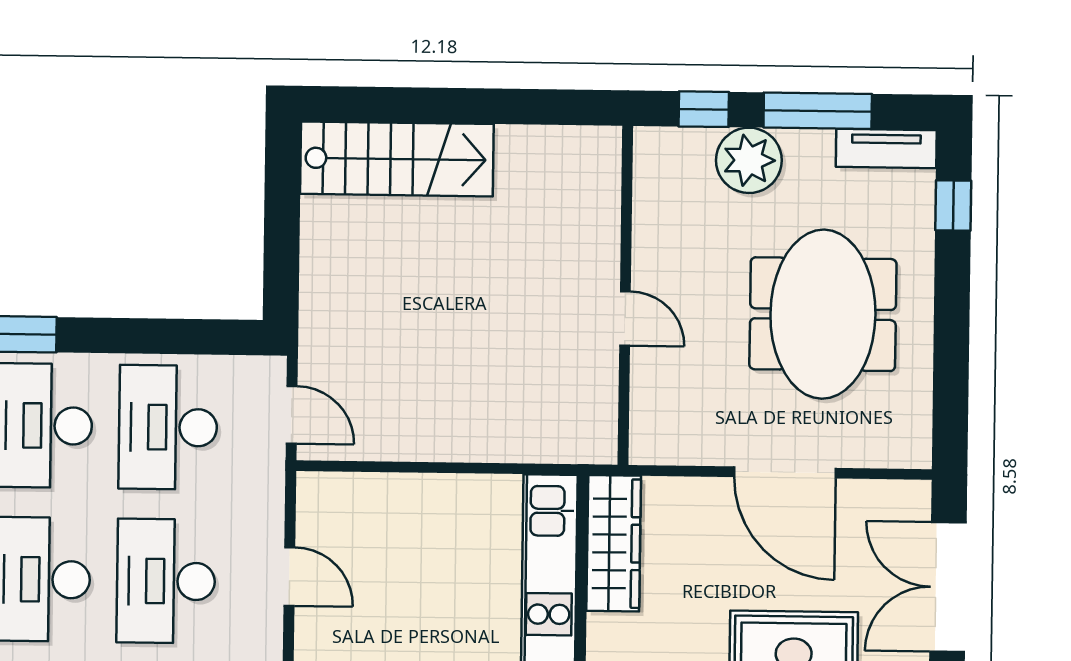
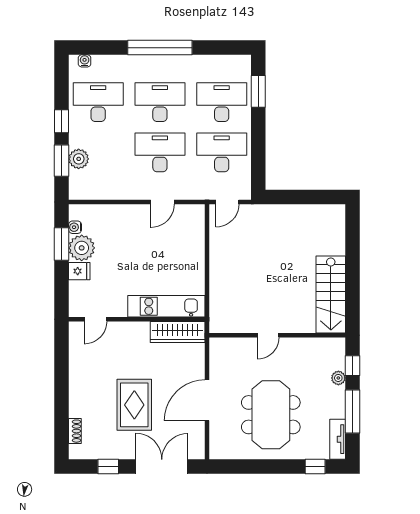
stairs: (397, 159) -> (331, 294), moved
plant: (749, 160) -> (338, 378), width x0.53, depth x0.53
meeting table: (823, 314) -> (271, 415), turned 90

